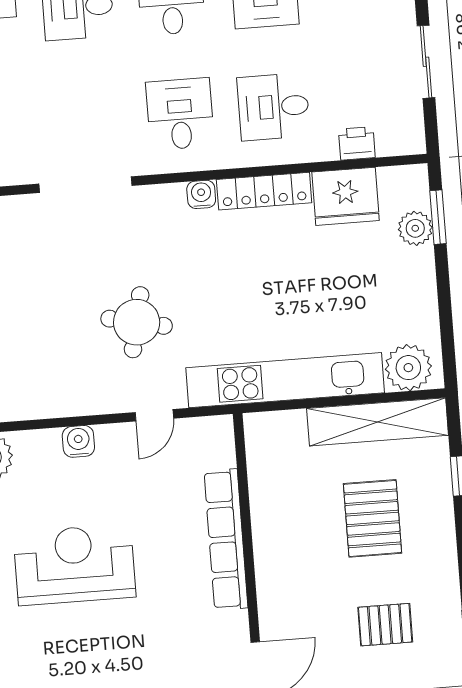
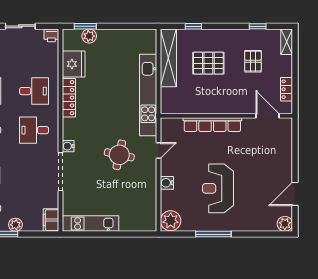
desk: (274, 107) -> (34, 91), turned -90
printer: (357, 143) -> (51, 35), moved, turned -90
water cooler: (201, 194) -> (68, 146), moved
plant: (408, 368) -> (147, 43), removed
door: (154, 415) -> (159, 150), hinge flipped

